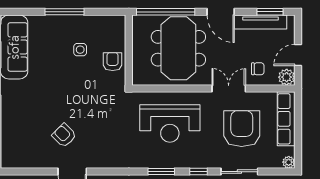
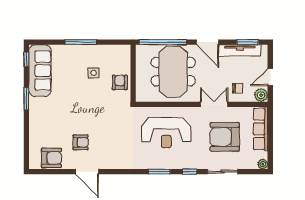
armchair: (242, 129) -> (225, 137), turned -90
armchair: (64, 135) -> (81, 142), turned 135
armchair: (28, 155) -> (51, 158), added

